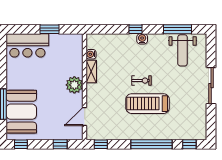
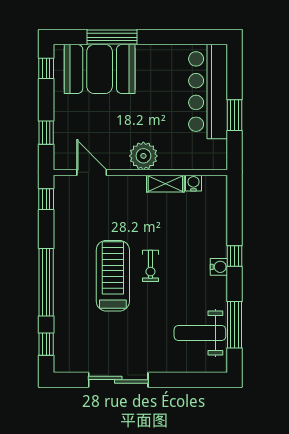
bar counter: (27, 45) -> (208, 92), width x1.36
sliding door: (211, 86) -> (118, 380), moved

